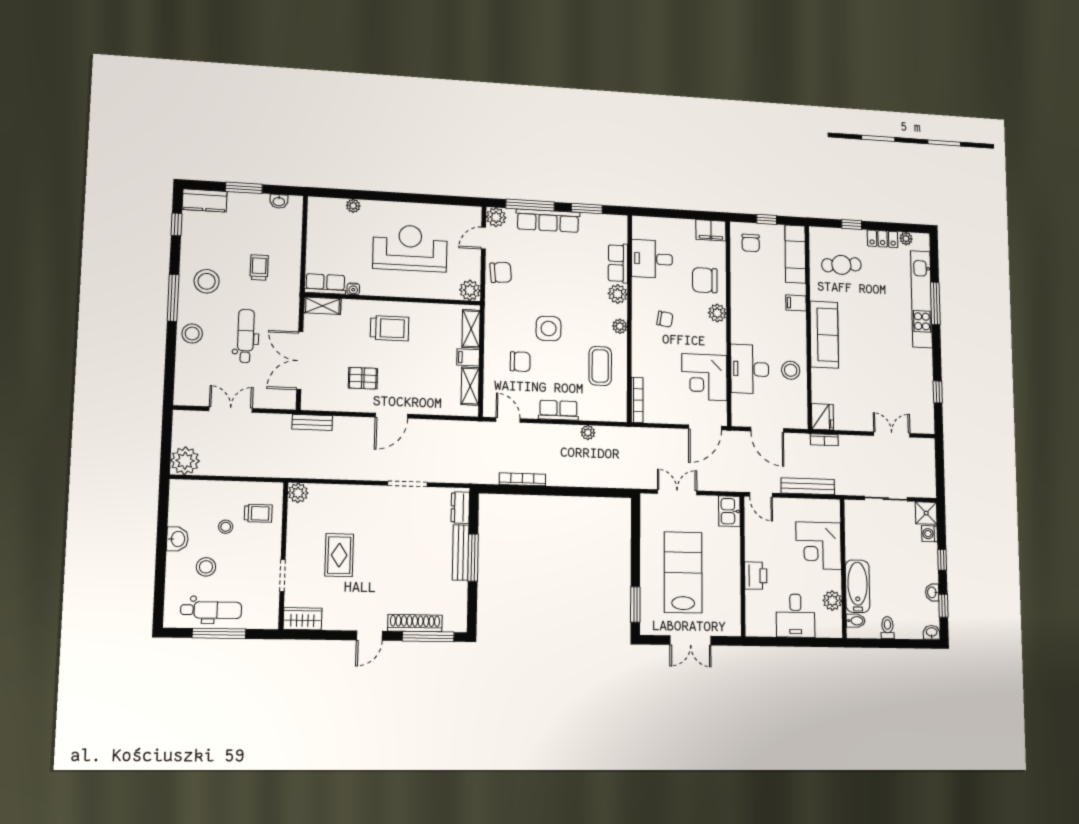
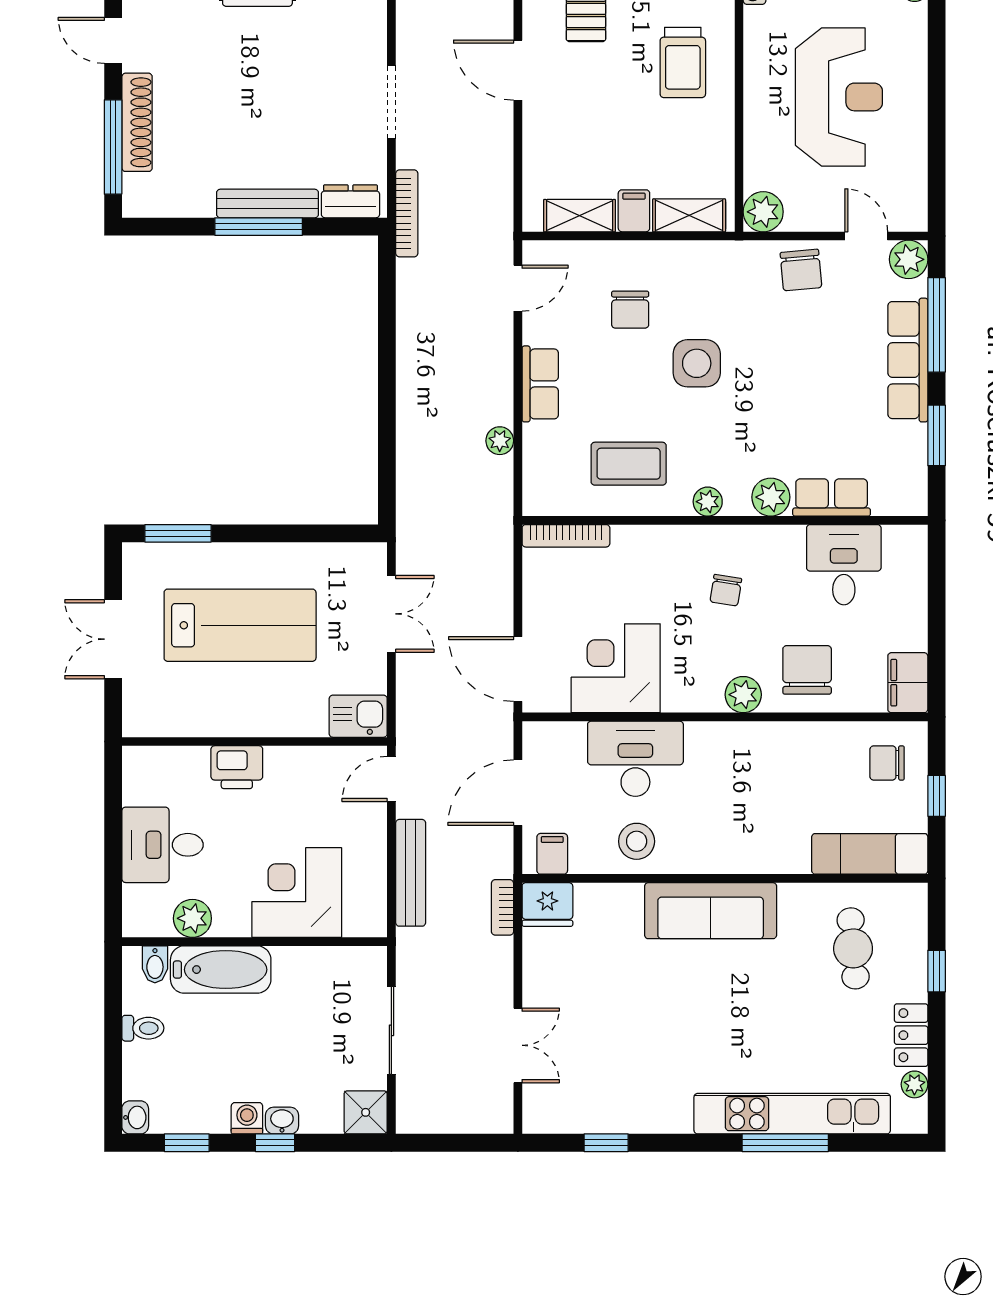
filing cabinet: (796, 303) -> (552, 854), moved
bookcase: (522, 479) -> (407, 213), moved
washing machine: (930, 534) -> (247, 1118), moved
washbasin: (932, 592) -> (282, 1121), moved

